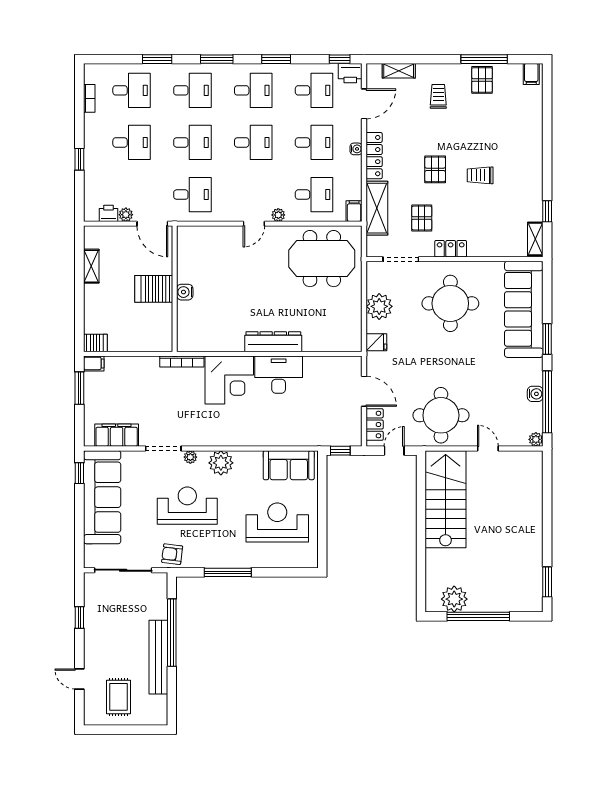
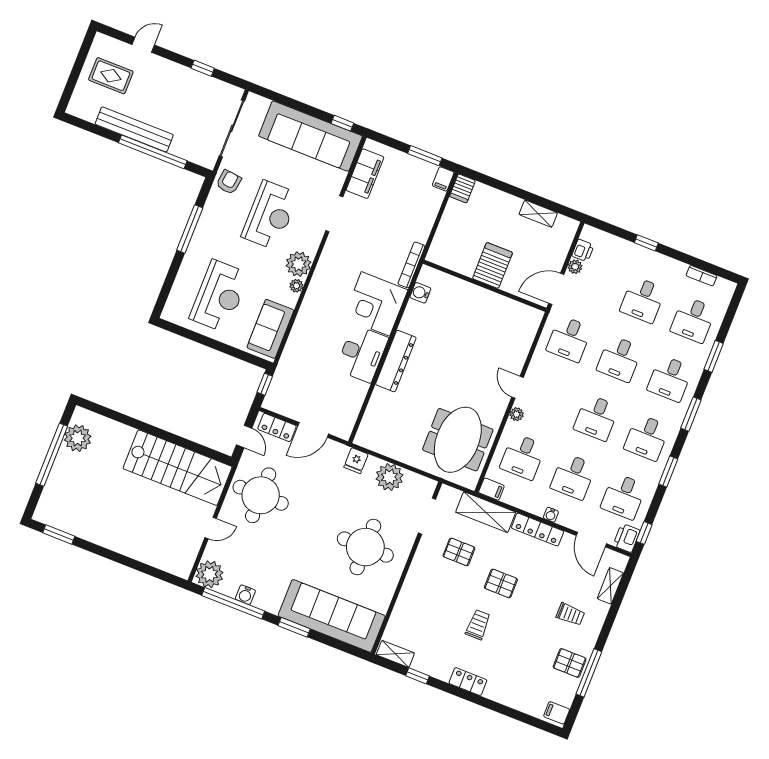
locker: (451, 249) -> (468, 682), moved, turned -90
water cooler: (185, 292) -> (420, 293), moved, turned -90
plant: (536, 439) -> (209, 574), width x1.88, depth x1.88
plant: (190, 457) -> (296, 286), moved

